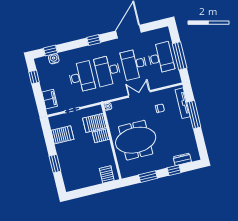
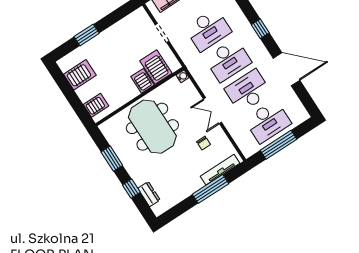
desk: (108, 71) -> (228, 60), turned 180
double door: (139, 94) -> (213, 111), swing flipped
server rack: (62, 135) -> (80, 75), moved, turned -90

